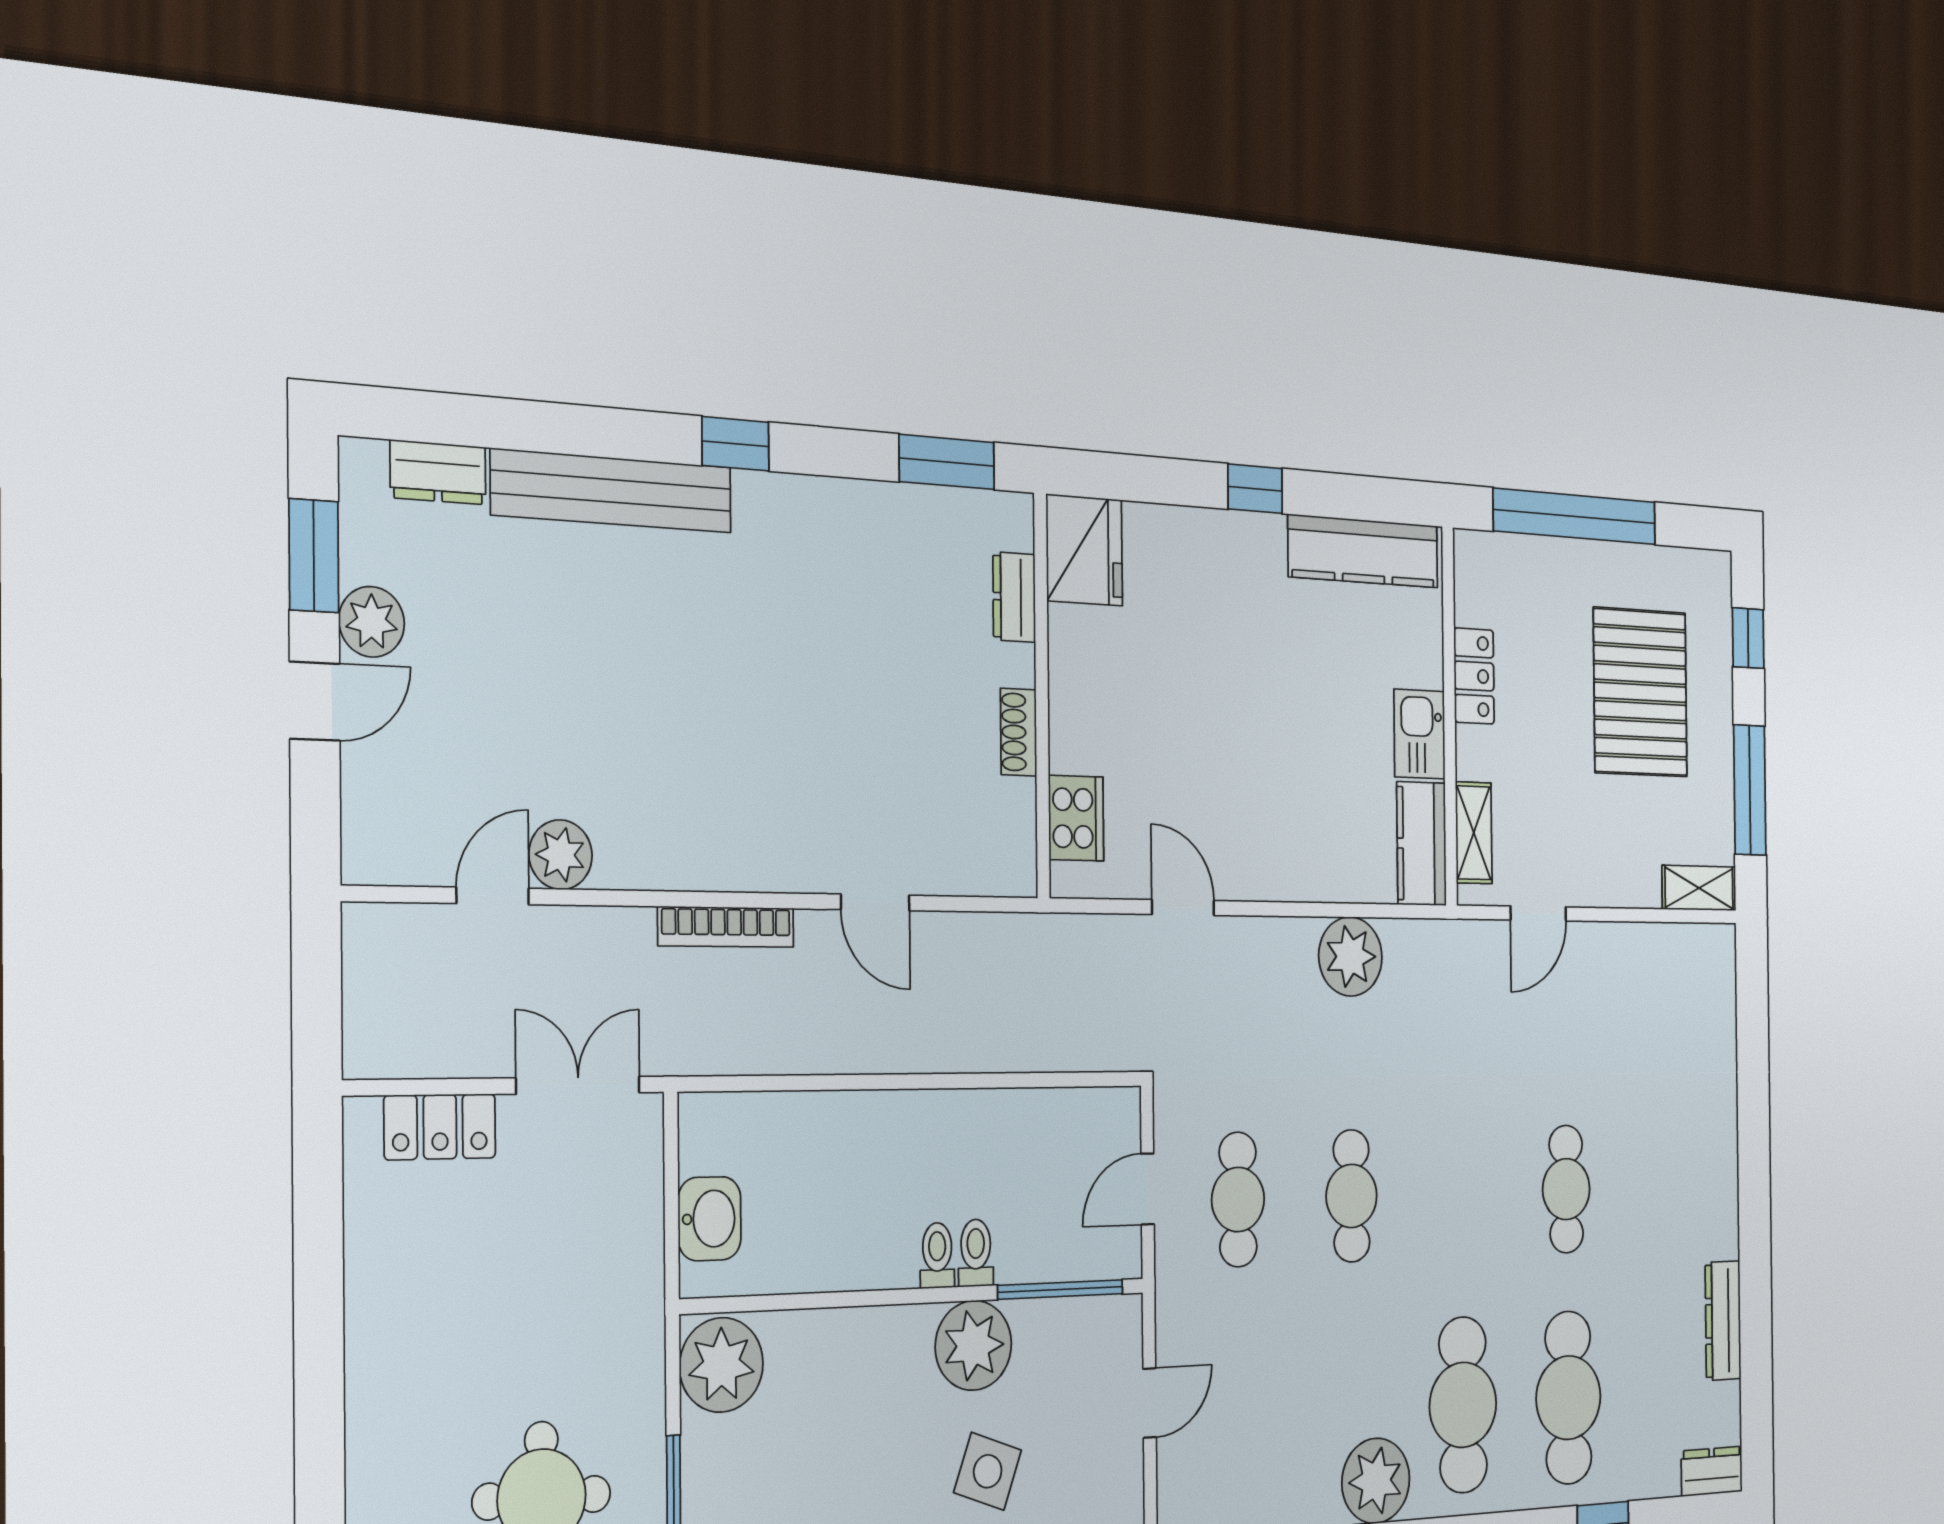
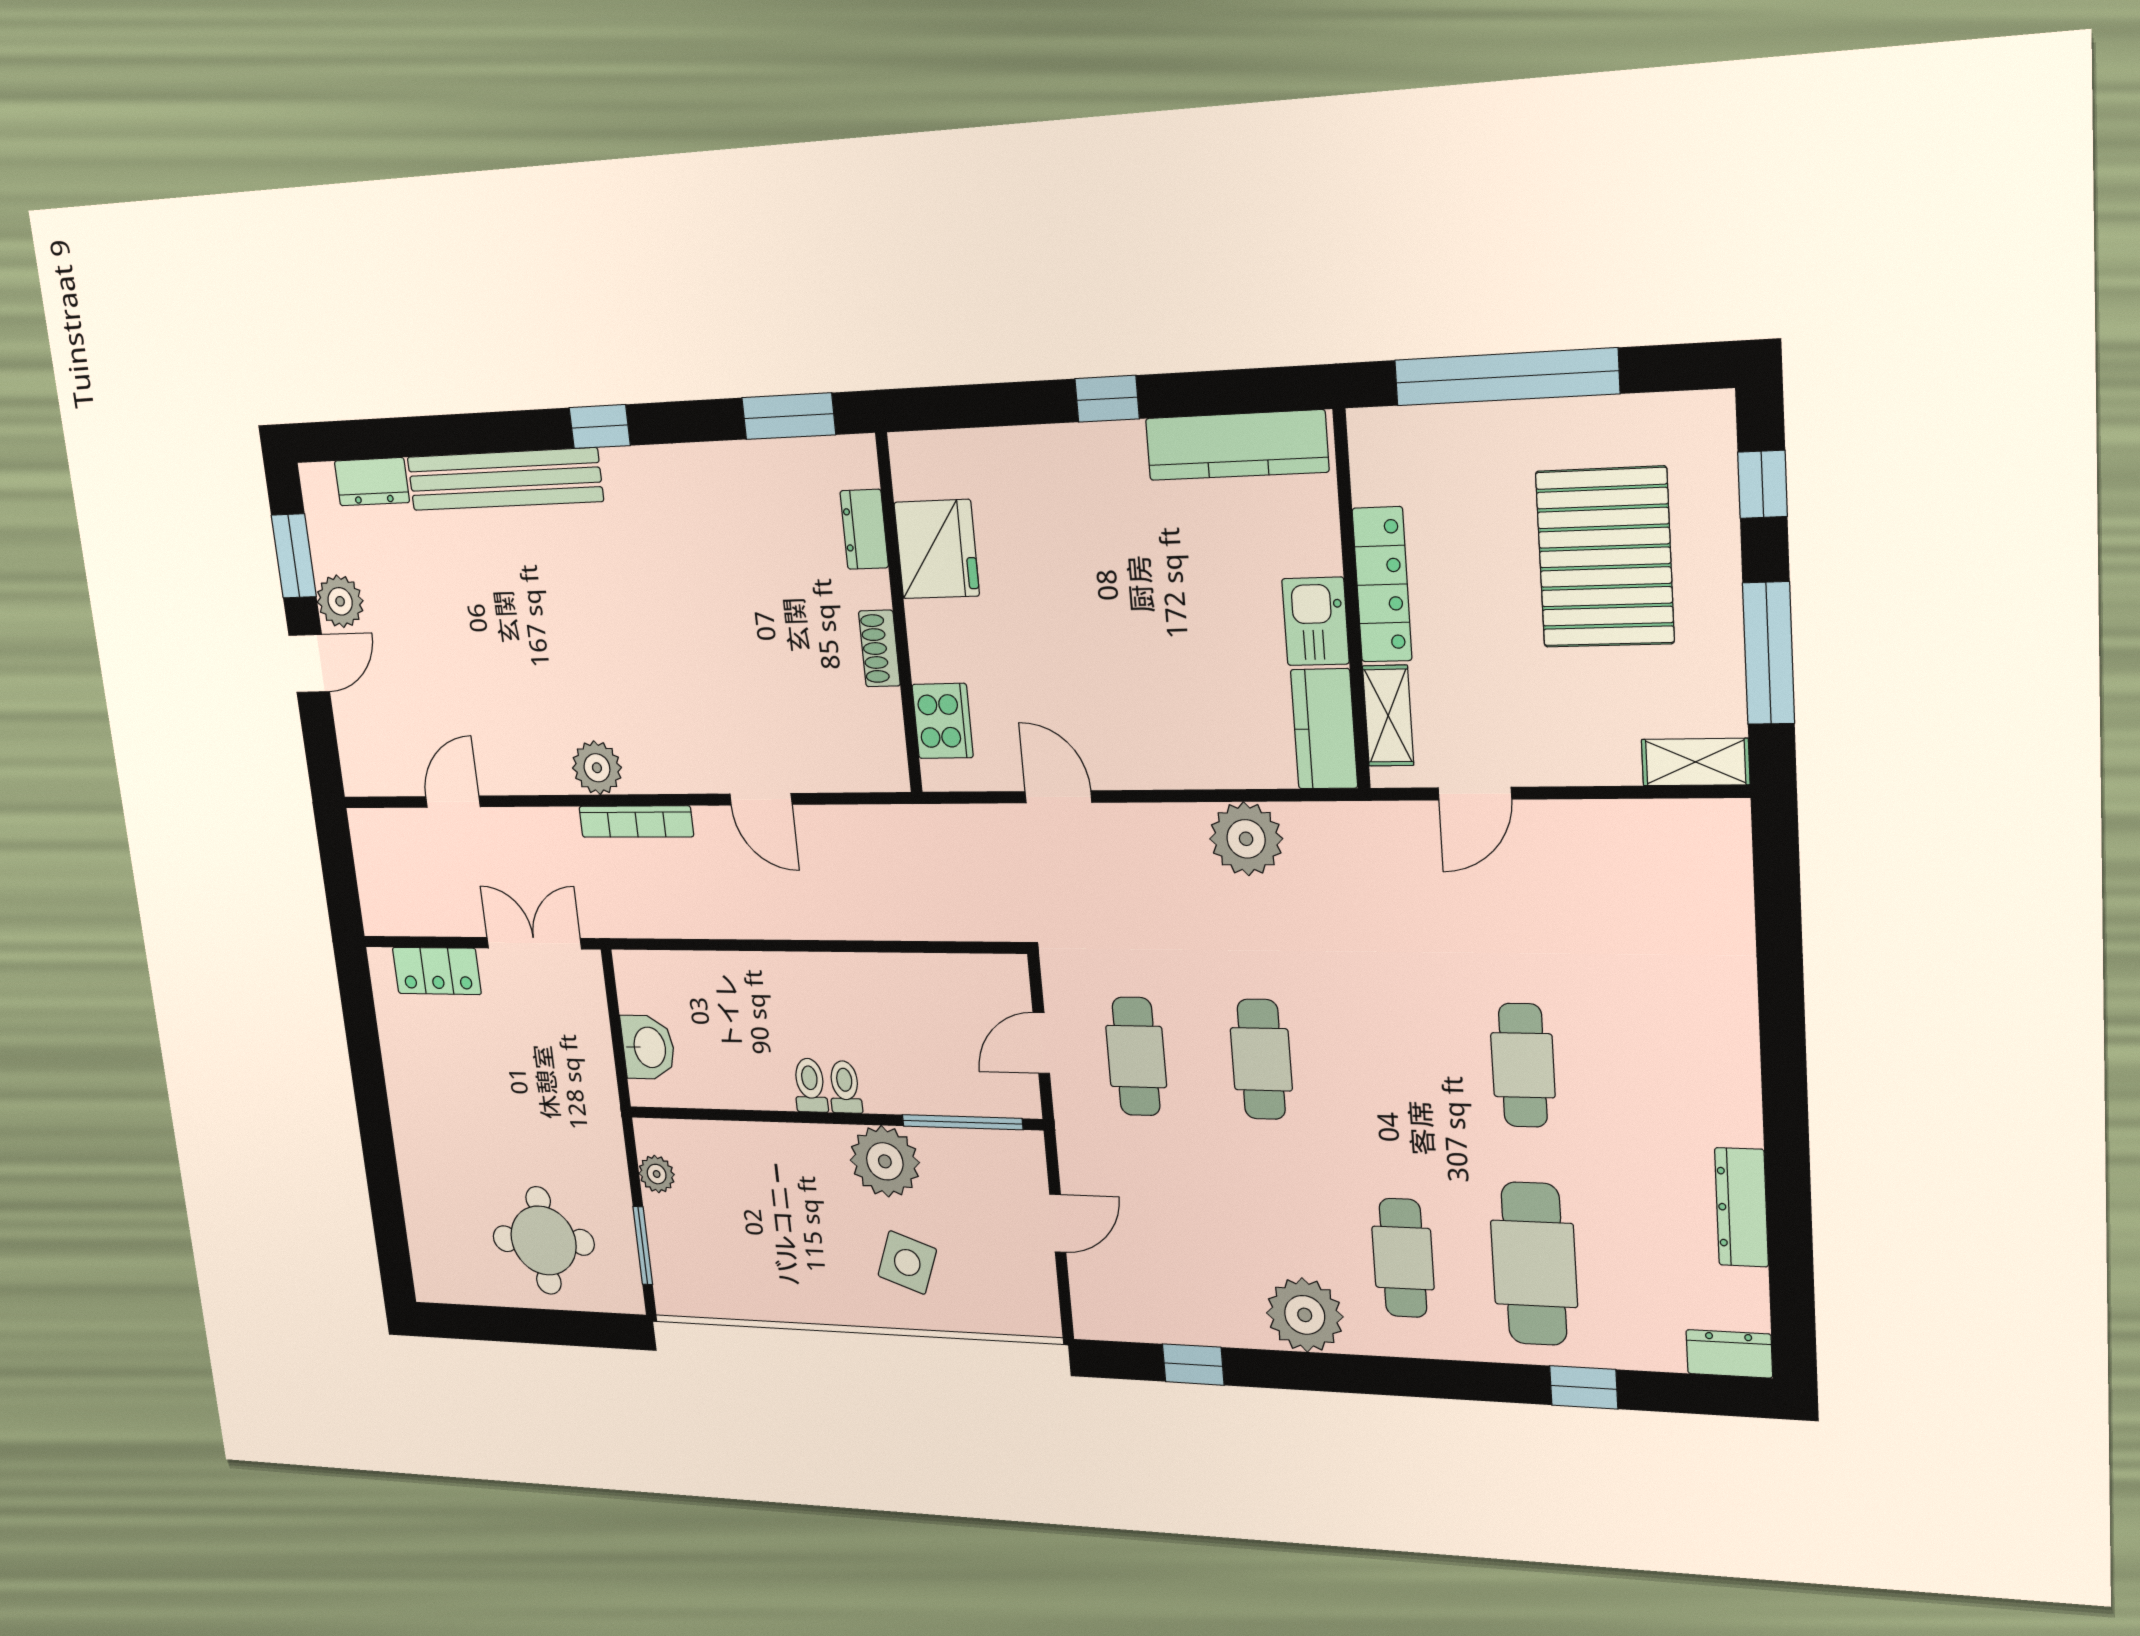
fridge: (1084, 550) -> (937, 549), moved
locker: (1474, 676) -> (1382, 585), width x1.53
plant: (561, 855) -> (597, 768), moved
toilet: (976, 1253) -> (810, 1085), moved
plant: (721, 1365) -> (657, 1174), width x0.53, depth x0.53
cafe table: (1463, 1405) -> (1403, 1258), width x0.73, depth x0.74

